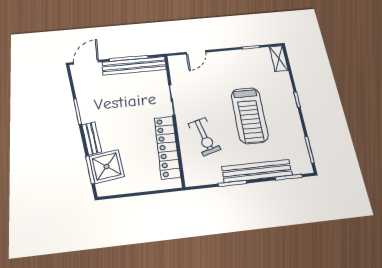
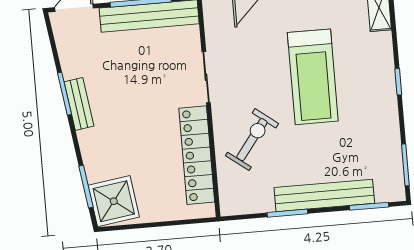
treadmill: (250, 115) -> (313, 77), moved
exercise bike: (204, 136) -> (252, 140), turned -127
bench: (92, 138) -> (79, 104), moved
shower: (107, 166) -> (114, 201), moved

